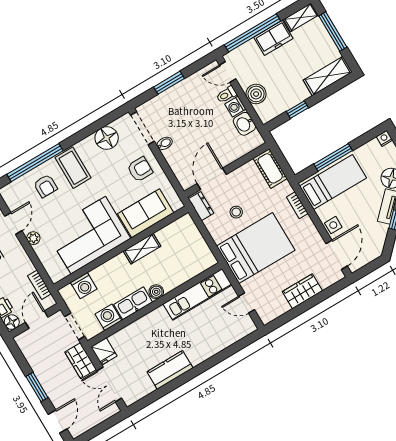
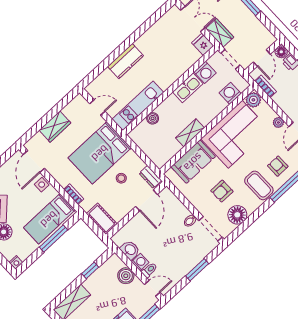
armchair: (140, 169) -> (222, 191), moved
plant: (57, 272) -> (253, 100), added
boiler: (156, 292) -> (153, 118), moved
kitchen counter: (170, 370) -> (125, 61), moved

